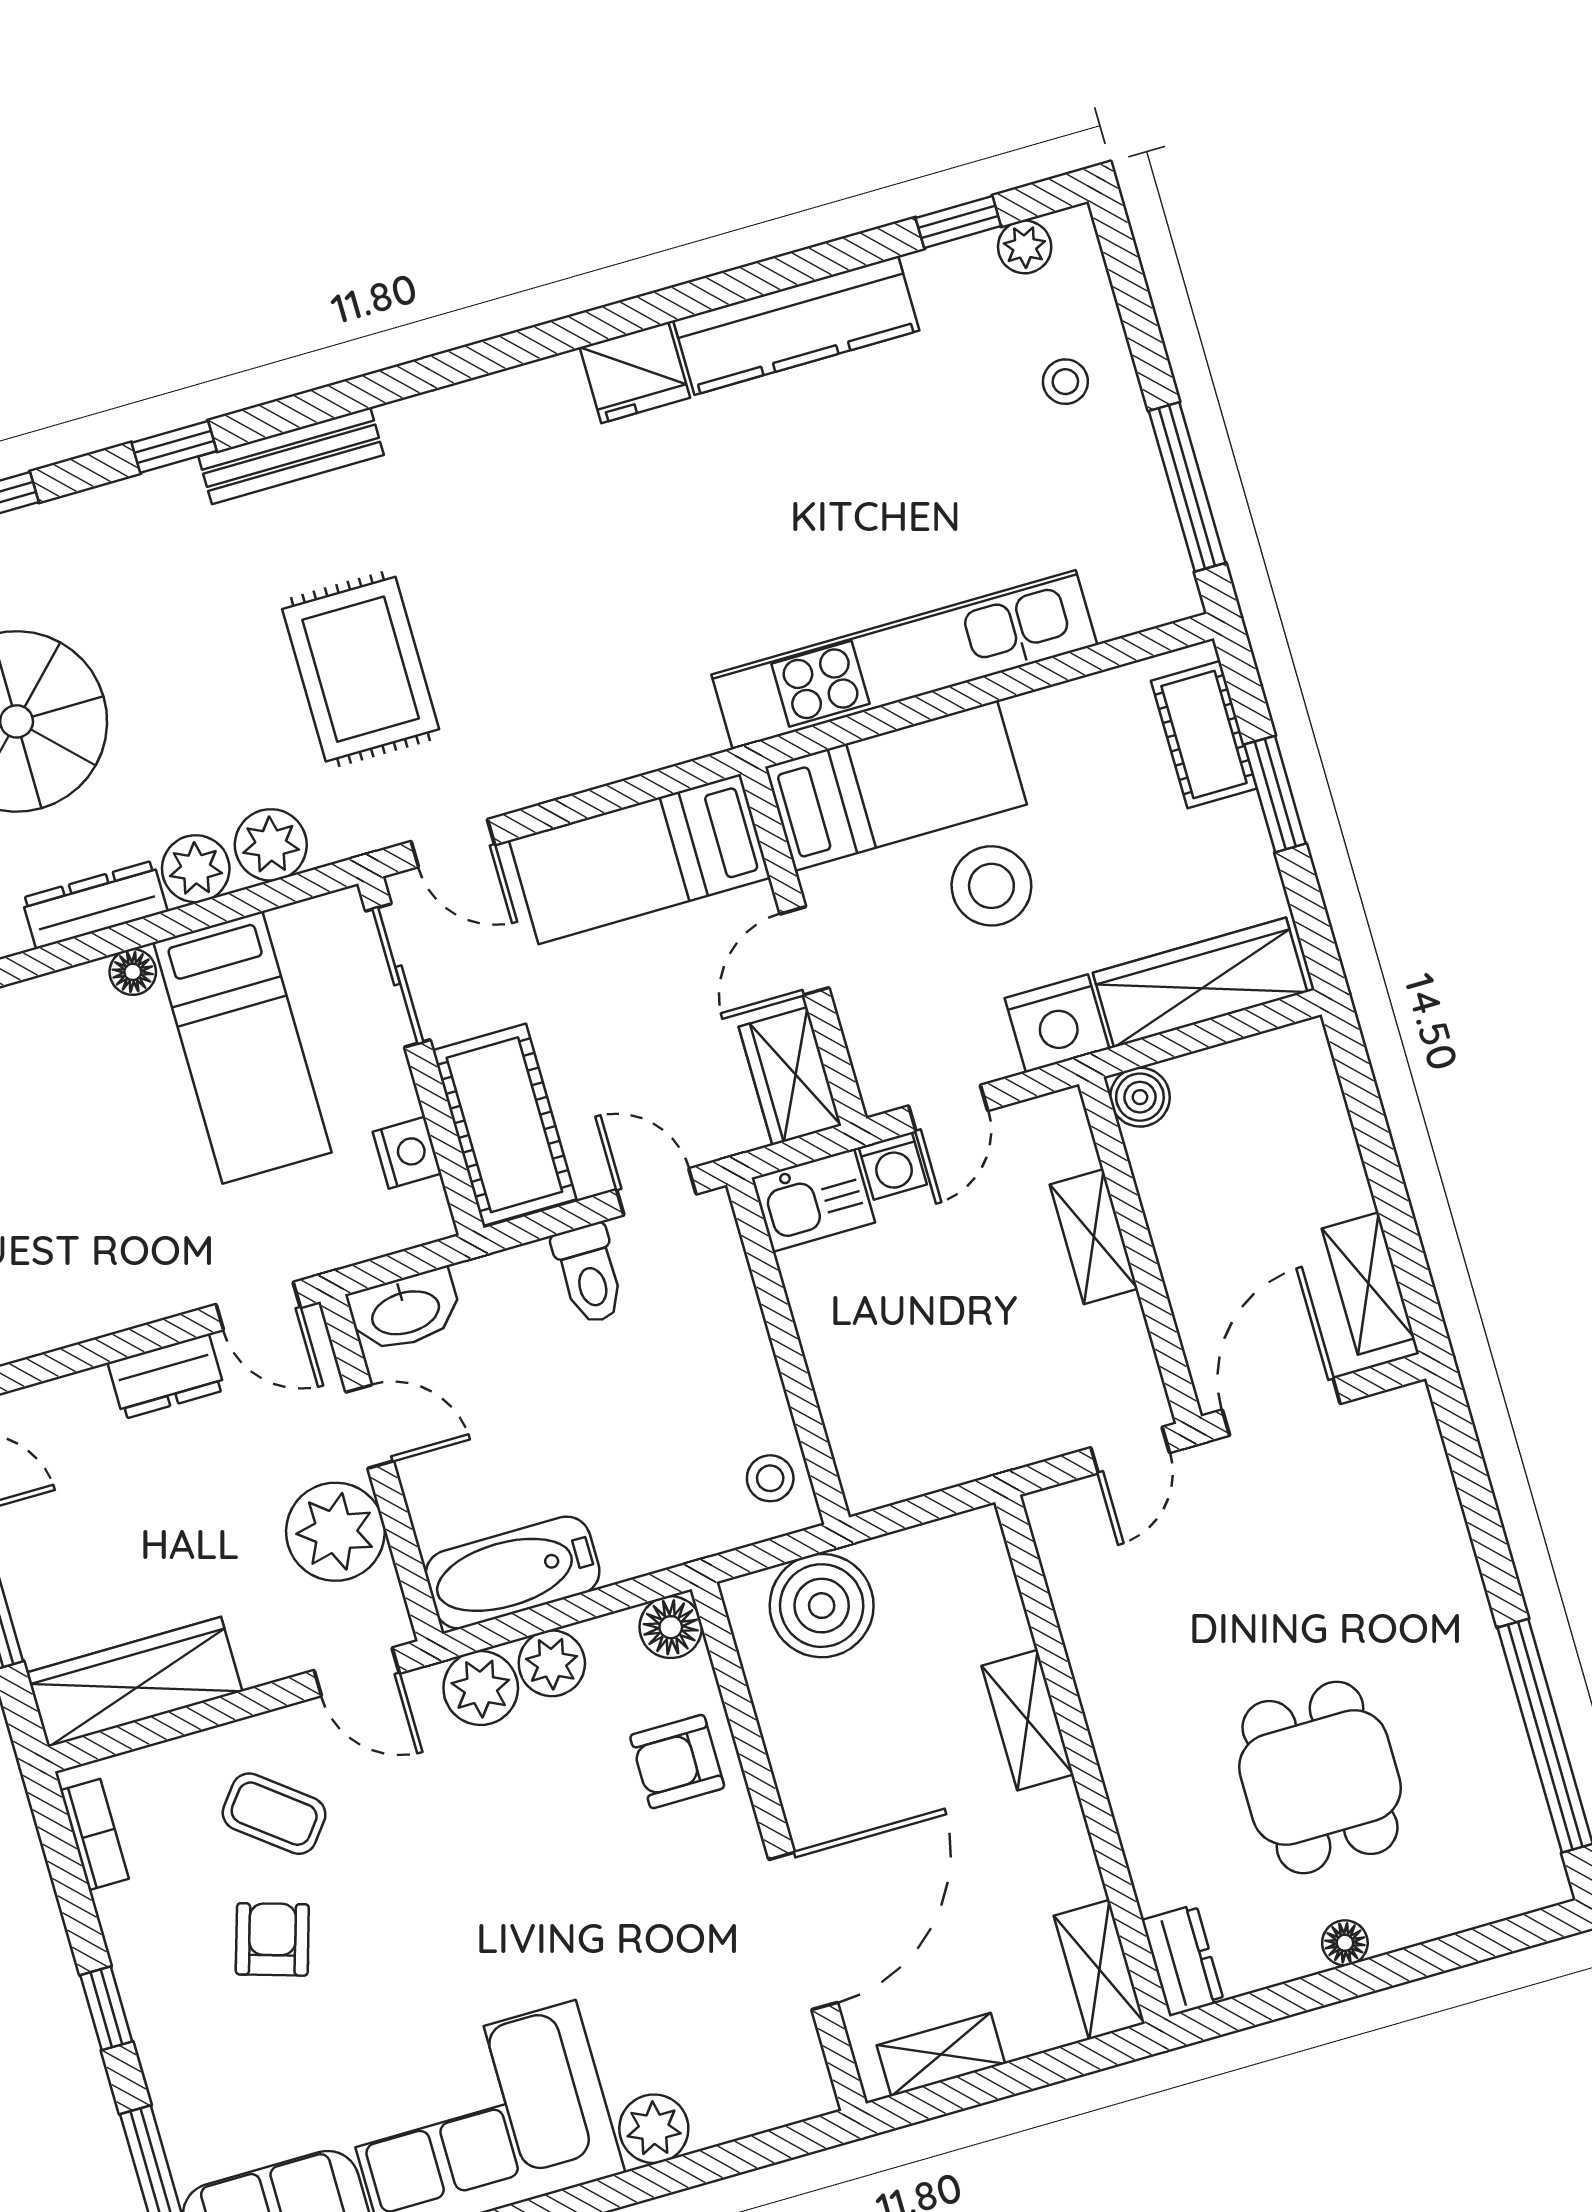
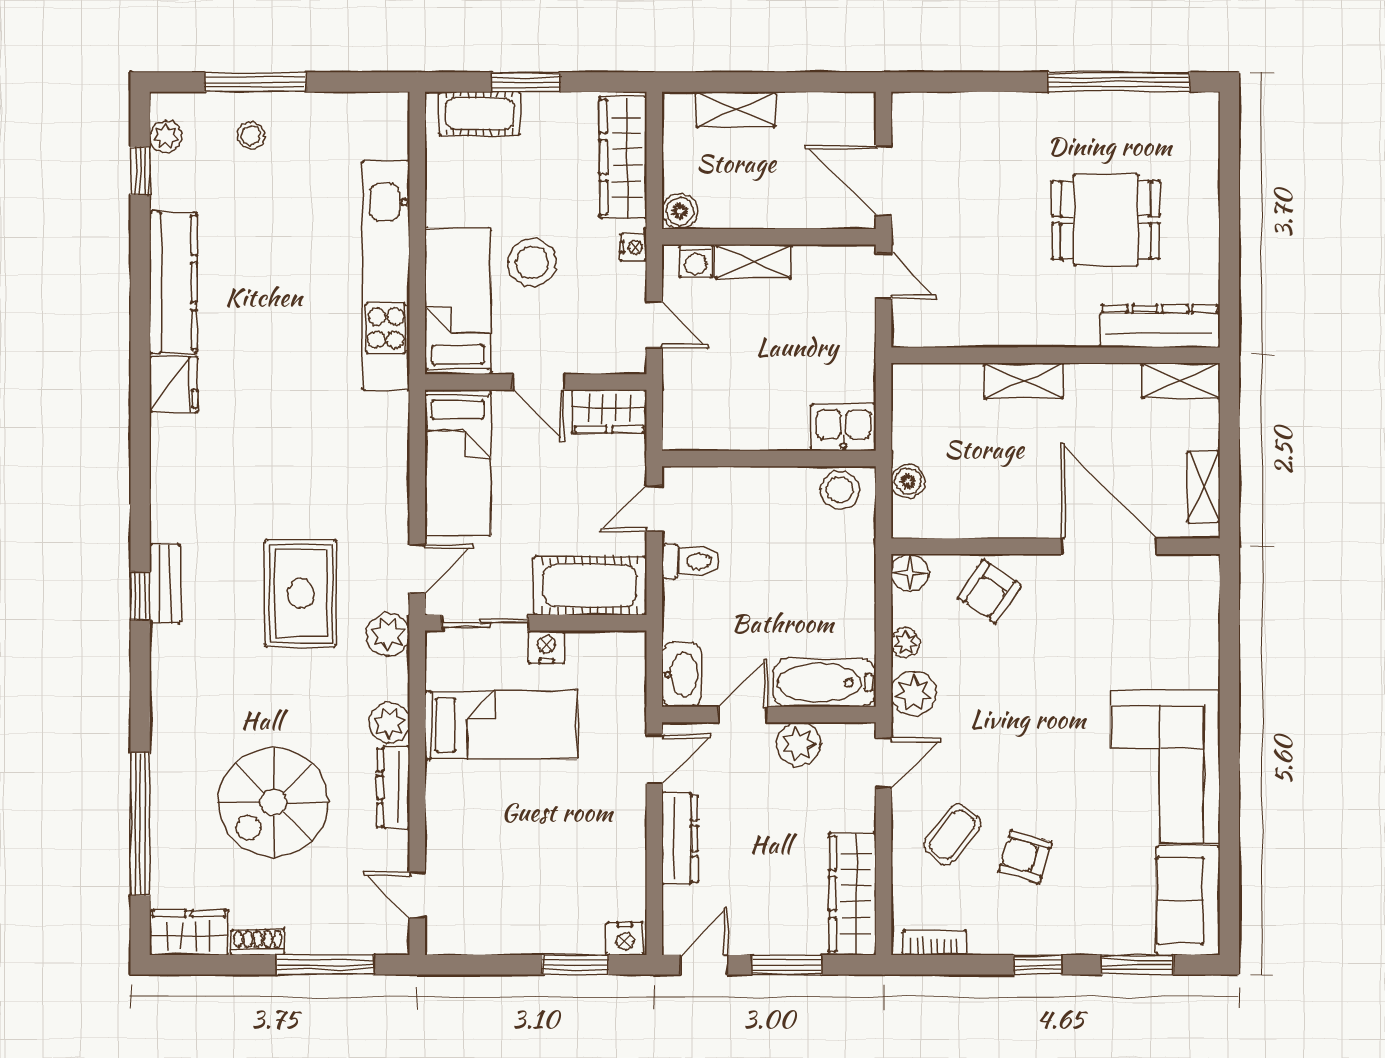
window: (174, 447) -> (140, 596), moved
bench: (291, 456) -> (165, 584), width x0.73
window: (1187, 487) -> (256, 82), moved
rug: (361, 669) -> (301, 593), turned 90
plant: (271, 845) -> (388, 634), moved
floor lamp: (133, 972) -> (439, 776), removed
nightstand: (1057, 1023) -> (633, 247), width x0.53, depth x0.56
nightstand: (407, 1153) -> (547, 647), moved
washing machine: (893, 1166) -> (696, 261), moved, turned 90
kitchen sink: (813, 1200) -> (844, 427), moved, turned -90
shelving: (1368, 1283) -> (736, 109), moved
dresser: (166, 1376) -> (680, 838), width x1.44
stool: (770, 1478) -> (840, 490), width x1.37, depth x1.37
plant: (335, 1532) -> (798, 744), width x0.73, depth x0.73
bathtub: (513, 1572) -> (825, 683), moved, turned 90
boiler: (822, 1606) -> (908, 481), width x0.54, depth x0.54
plant: (552, 1663) -> (906, 643), width x0.73, depth x0.73
armchair: (677, 1762) -> (989, 591), turned 34
floor lamp: (1345, 1943) -> (1206, 233), removed
dresser: (1183, 1960) -> (1160, 326), width x1.96, depth x1.24
plant: (654, 2129) -> (1199, 666), removed

